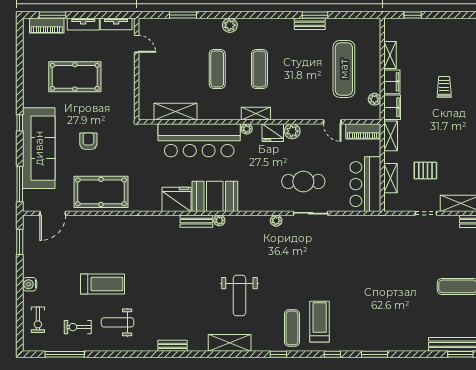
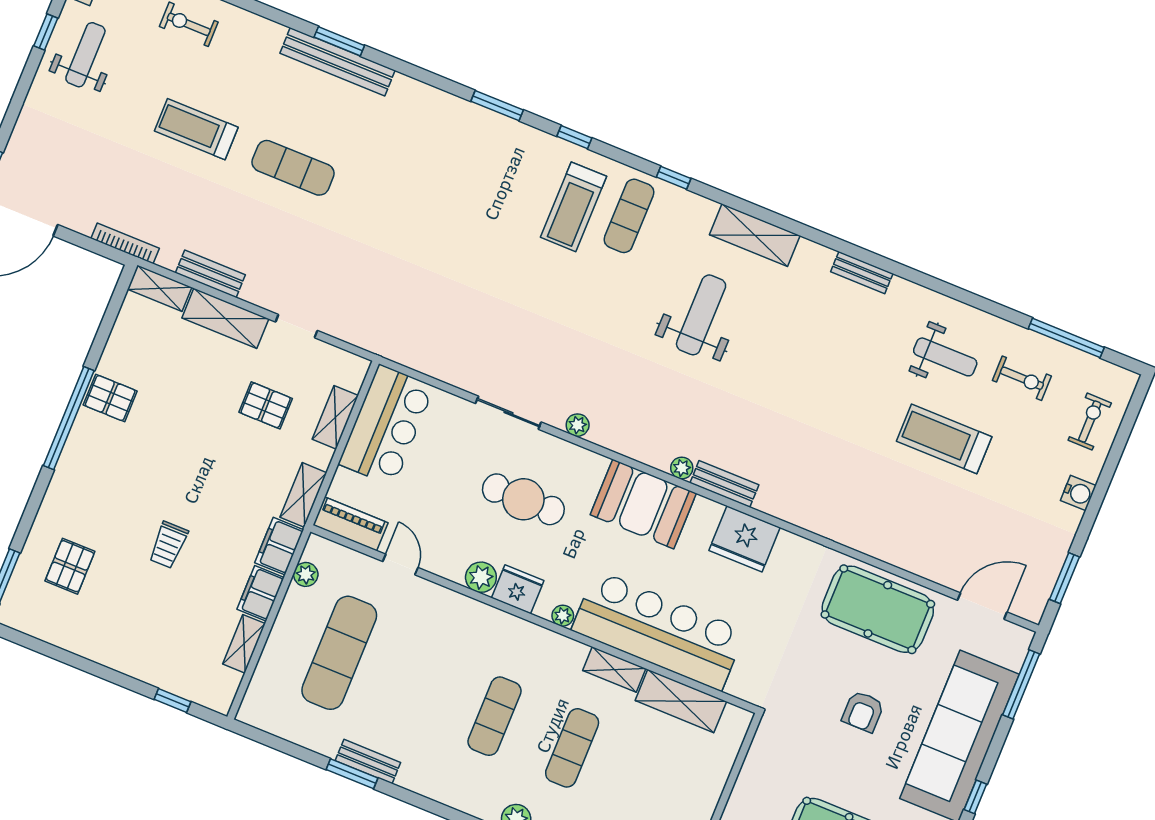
shelving: (256, 114) -> (614, 669), moved
cafe table: (303, 181) -> (523, 499), moved
booth: (215, 196) -> (643, 504), moved

